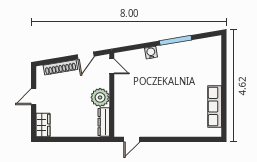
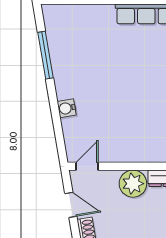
window: (176, 40) -> (46, 55), moved

